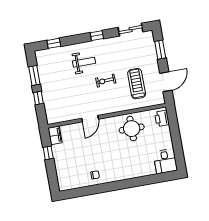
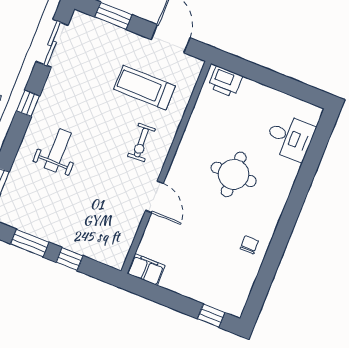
exercise bike: (106, 81) -> (141, 143), moved
round table: (132, 129) -> (234, 174), moved
window: (48, 153) -> (211, 316), moved
desk: (165, 161) -> (290, 137), moved

